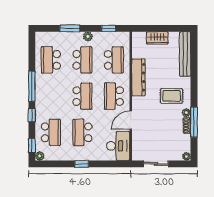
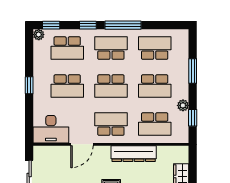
plant: (88, 36) -> (183, 105), moved
school desk: (51, 96) -> (111, 48), added
door: (131, 120) -> (82, 144), swing flipped
school desk: (82, 132) -> (67, 86), turned 180

